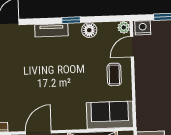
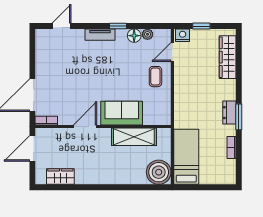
plant: (124, 27) -> (148, 34), moved
sofa: (110, 115) -> (122, 113), moved

